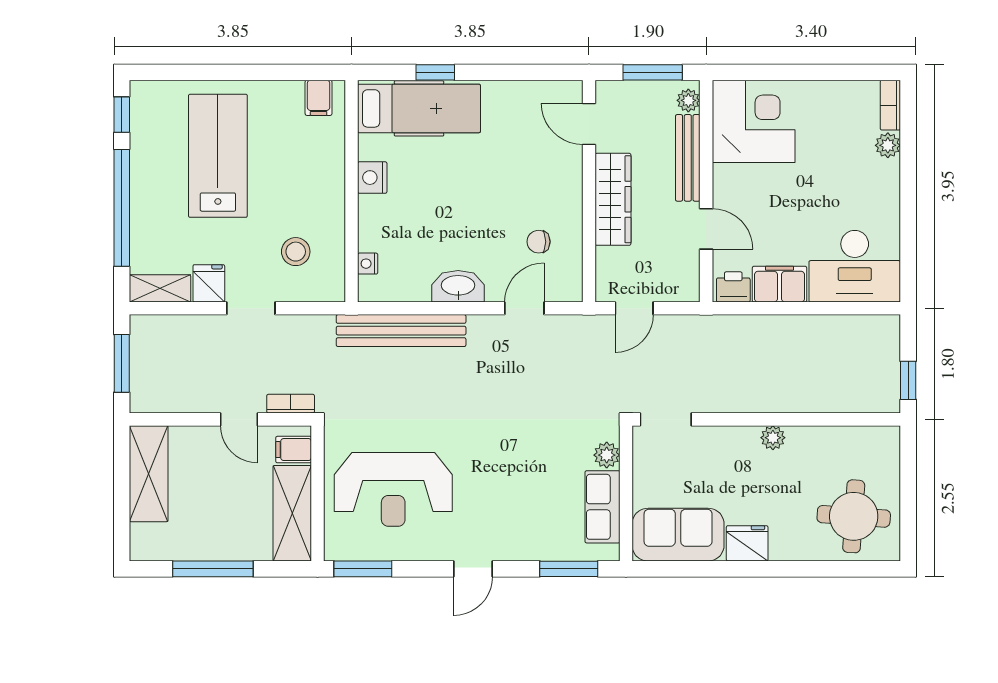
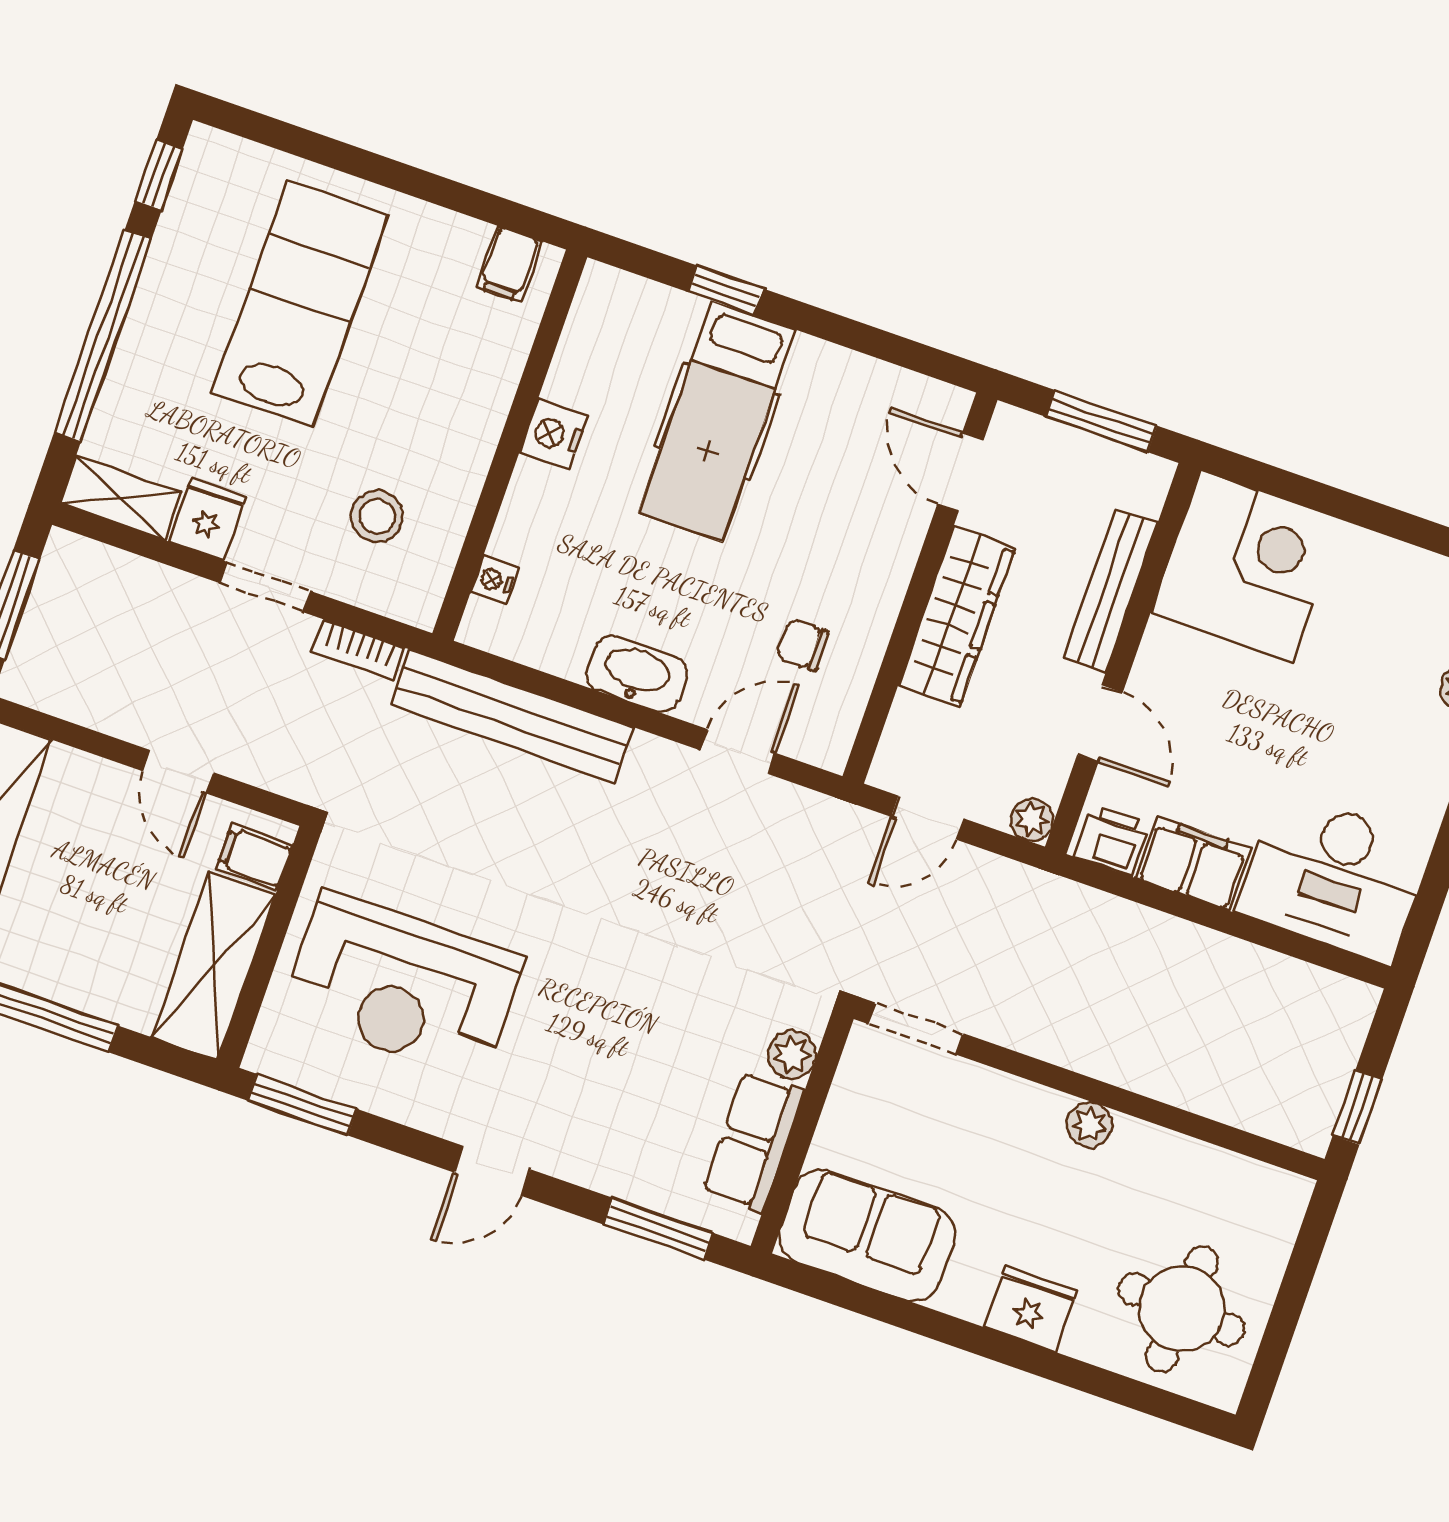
plant: (688, 100) -> (1032, 820), moved
hospital bed: (419, 108) -> (717, 421), moved, turned 90
bookcase: (291, 404) -> (359, 650), moved, turned 180
fridge: (747, 543) -> (1030, 1309), moved

